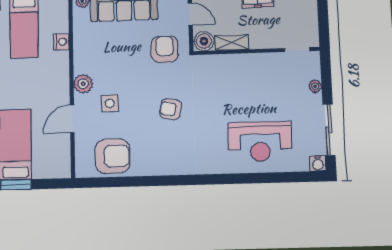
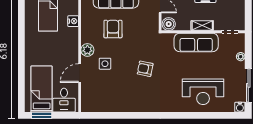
shelving: (232, 42) -> (202, 26), moved
armchair: (165, 49) -> (113, 29), moved
sofa: (246, 67) -> (196, 42), added
armchair: (113, 156) -> (106, 99), removed
desk: (49, 160) -> (64, 100), added

